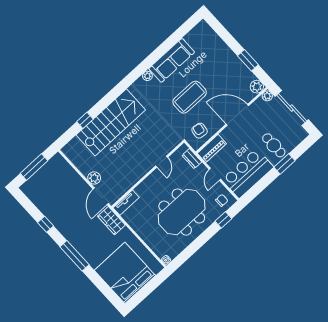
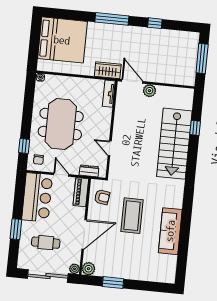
plant: (147, 76) -> (178, 203), removed
cafe table: (274, 145) -> (46, 243), moved

